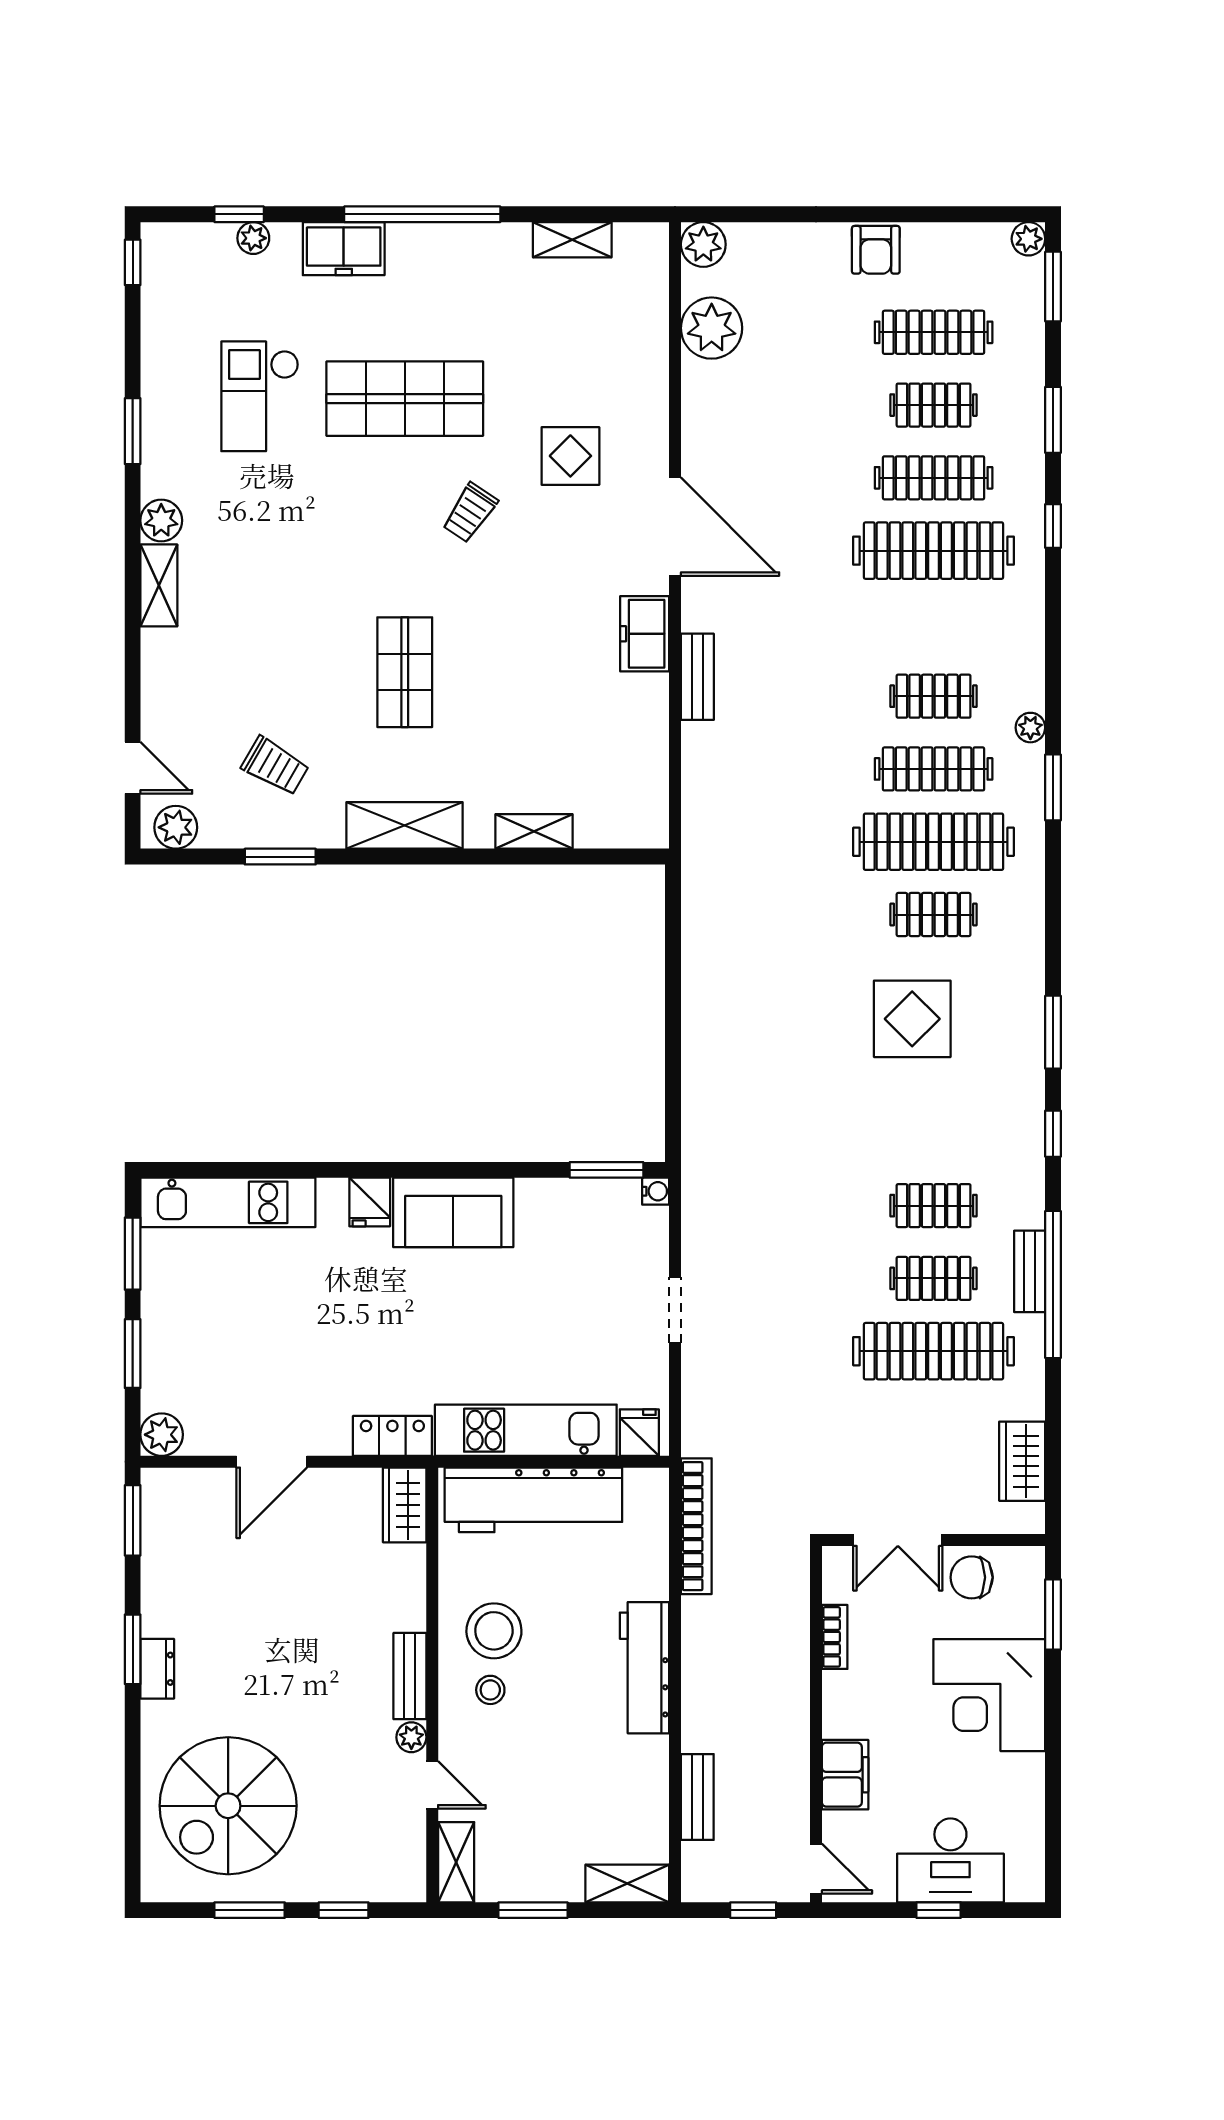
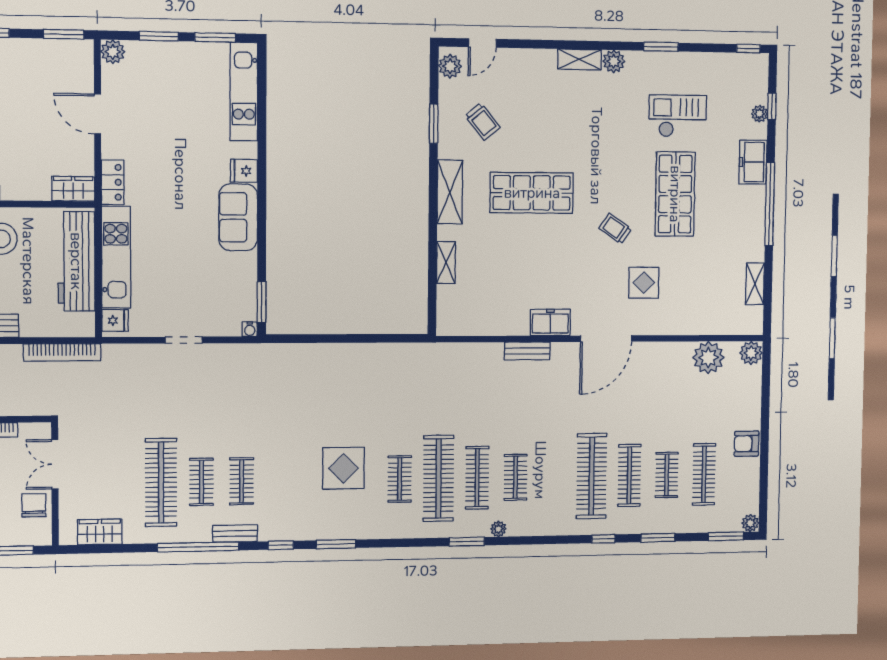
shop shelf: (405, 672) -> (532, 193), width x1.43, depth x1.36
trolley: (275, 766) -> (483, 121), turned -69
bench: (1030, 1271) -> (235, 534), moved

